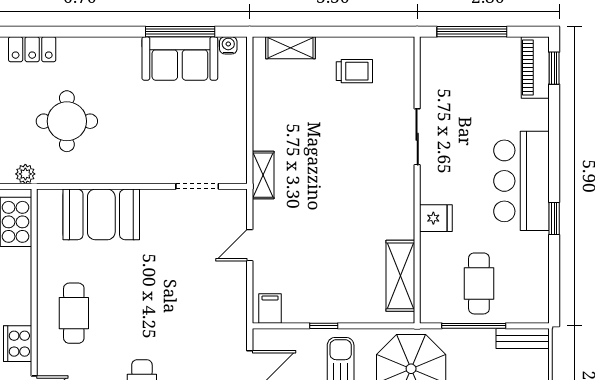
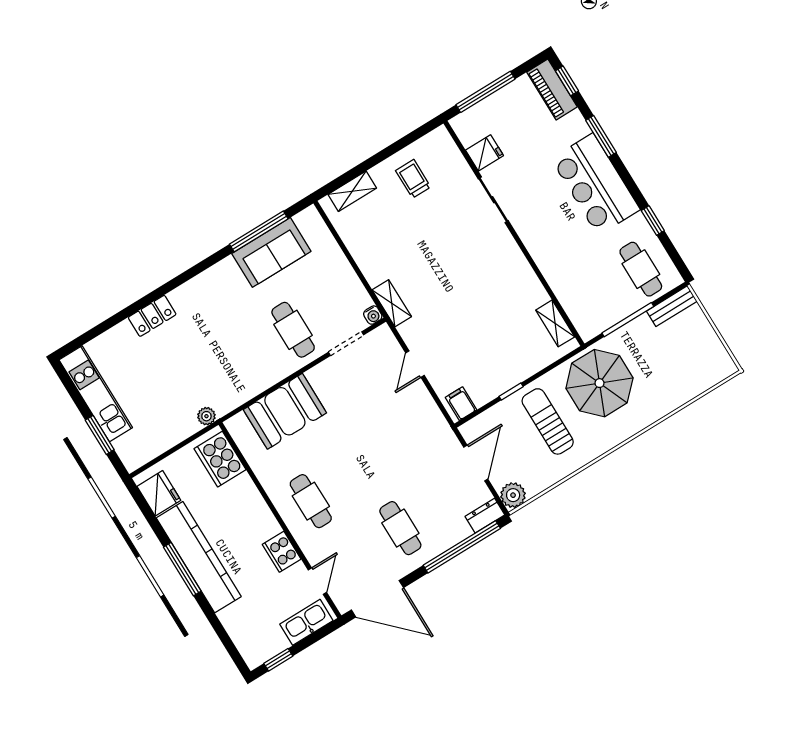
water cooler: (228, 45) -> (373, 315), moved, turned 180
trolley: (354, 71) -> (413, 179), turned -90
round table: (67, 121) -> (214, 355), removed
window: (554, 139) -> (601, 136), added
cafe table: (156, 143) -> (293, 330), added
fridge: (436, 218) -> (484, 153), moved
window: (554, 219) -> (653, 221), moved
shelving: (400, 276) -> (555, 323), width x0.67, depth x0.75
cafe table: (479, 283) -> (641, 269), moved

